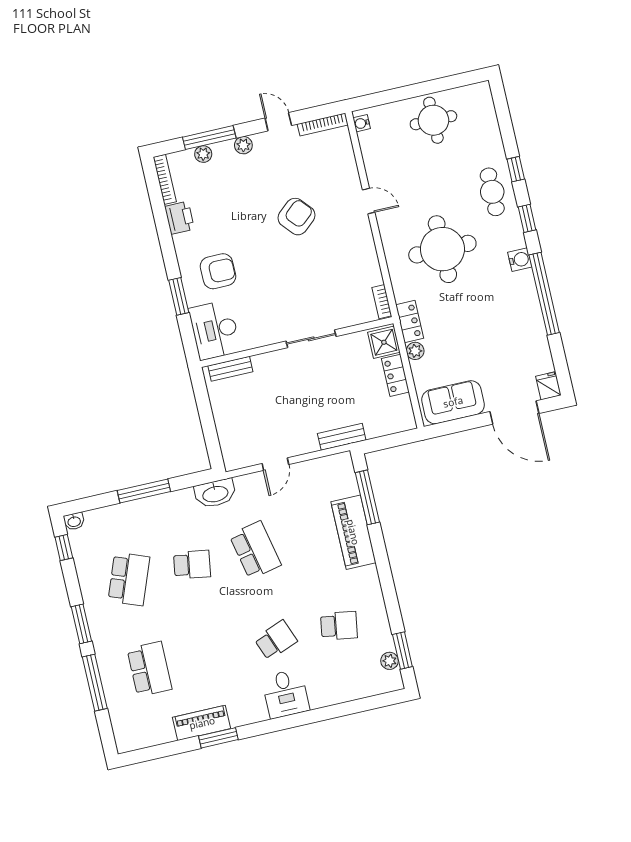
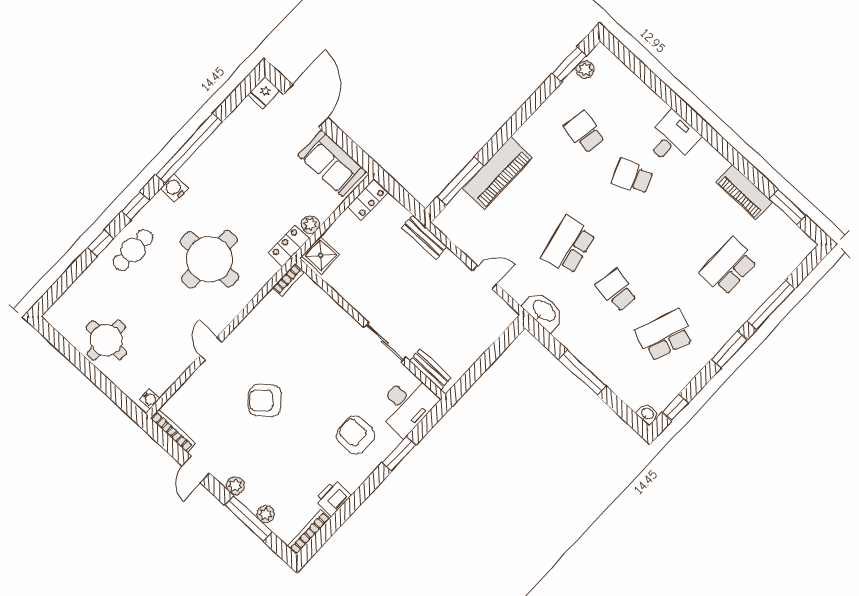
sliding door: (311, 339) -> (385, 342), moved
locker: (395, 375) -> (368, 200), moved
window: (218, 738) -> (788, 207), moved

